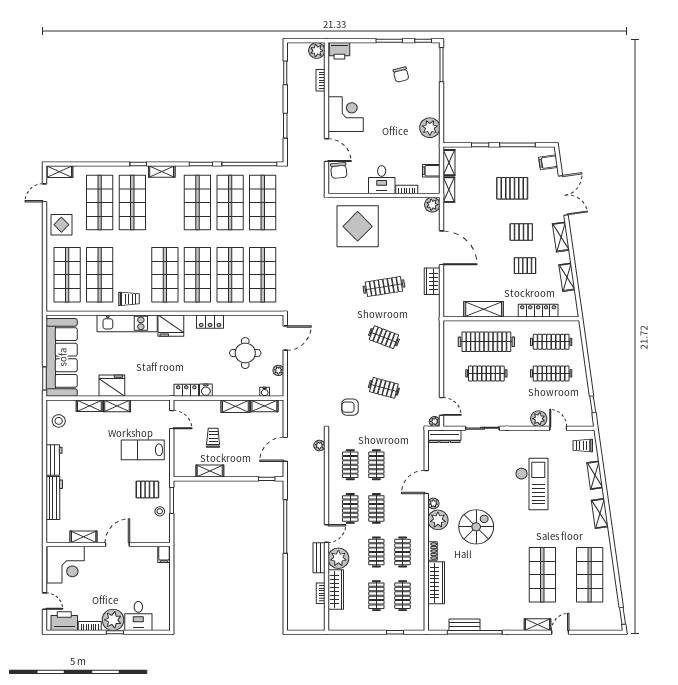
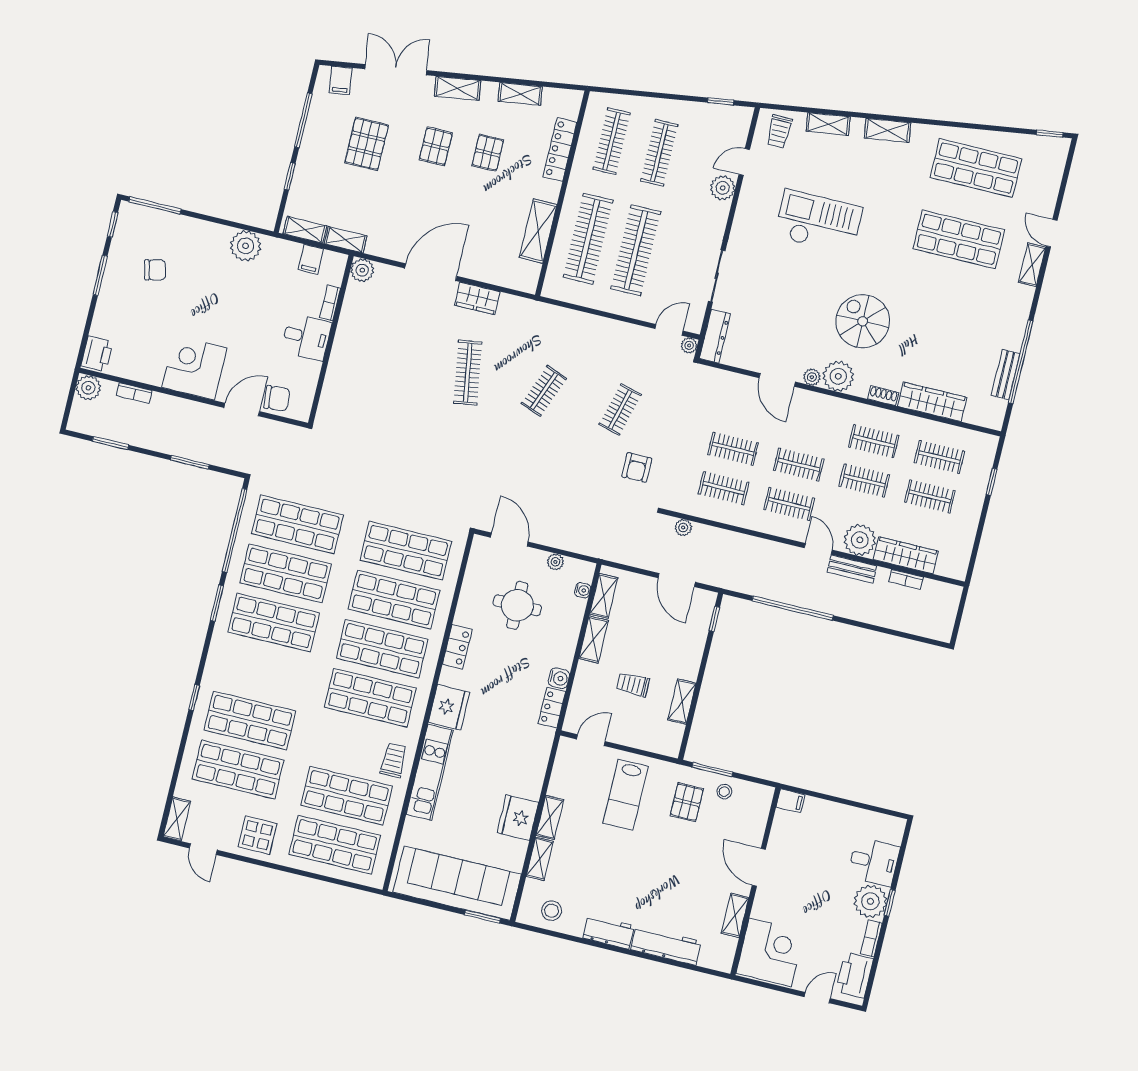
shelving: (162, 172) -> (214, 665), removed
display table: (358, 226) -> (368, 390), removed
clothes rail: (486, 373) -> (636, 250), width x1.37, depth x1.31

